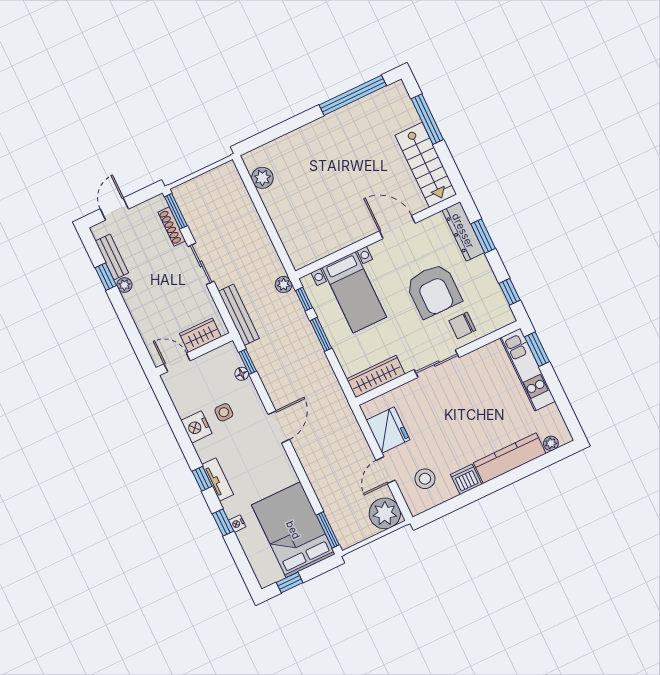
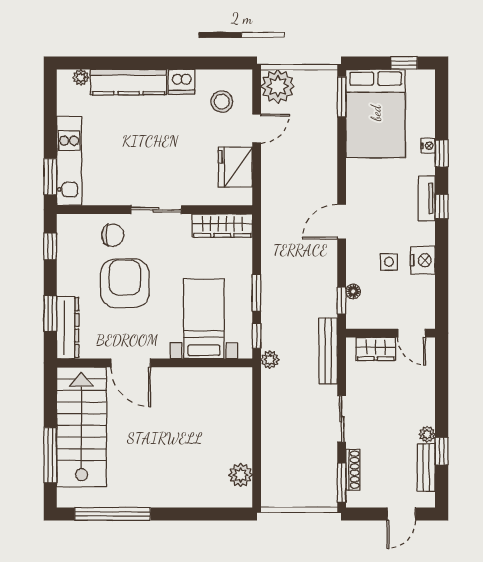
stairs: (426, 165) -> (82, 427), width x1.36, depth x1.51

